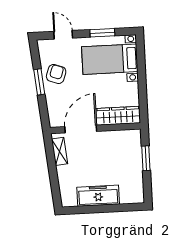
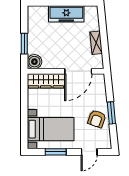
door: (63, 35) -> (89, 152), hinge flipped
boiler: (133, 138) -> (34, 62), added
shelving: (60, 151) -> (96, 43), moved

